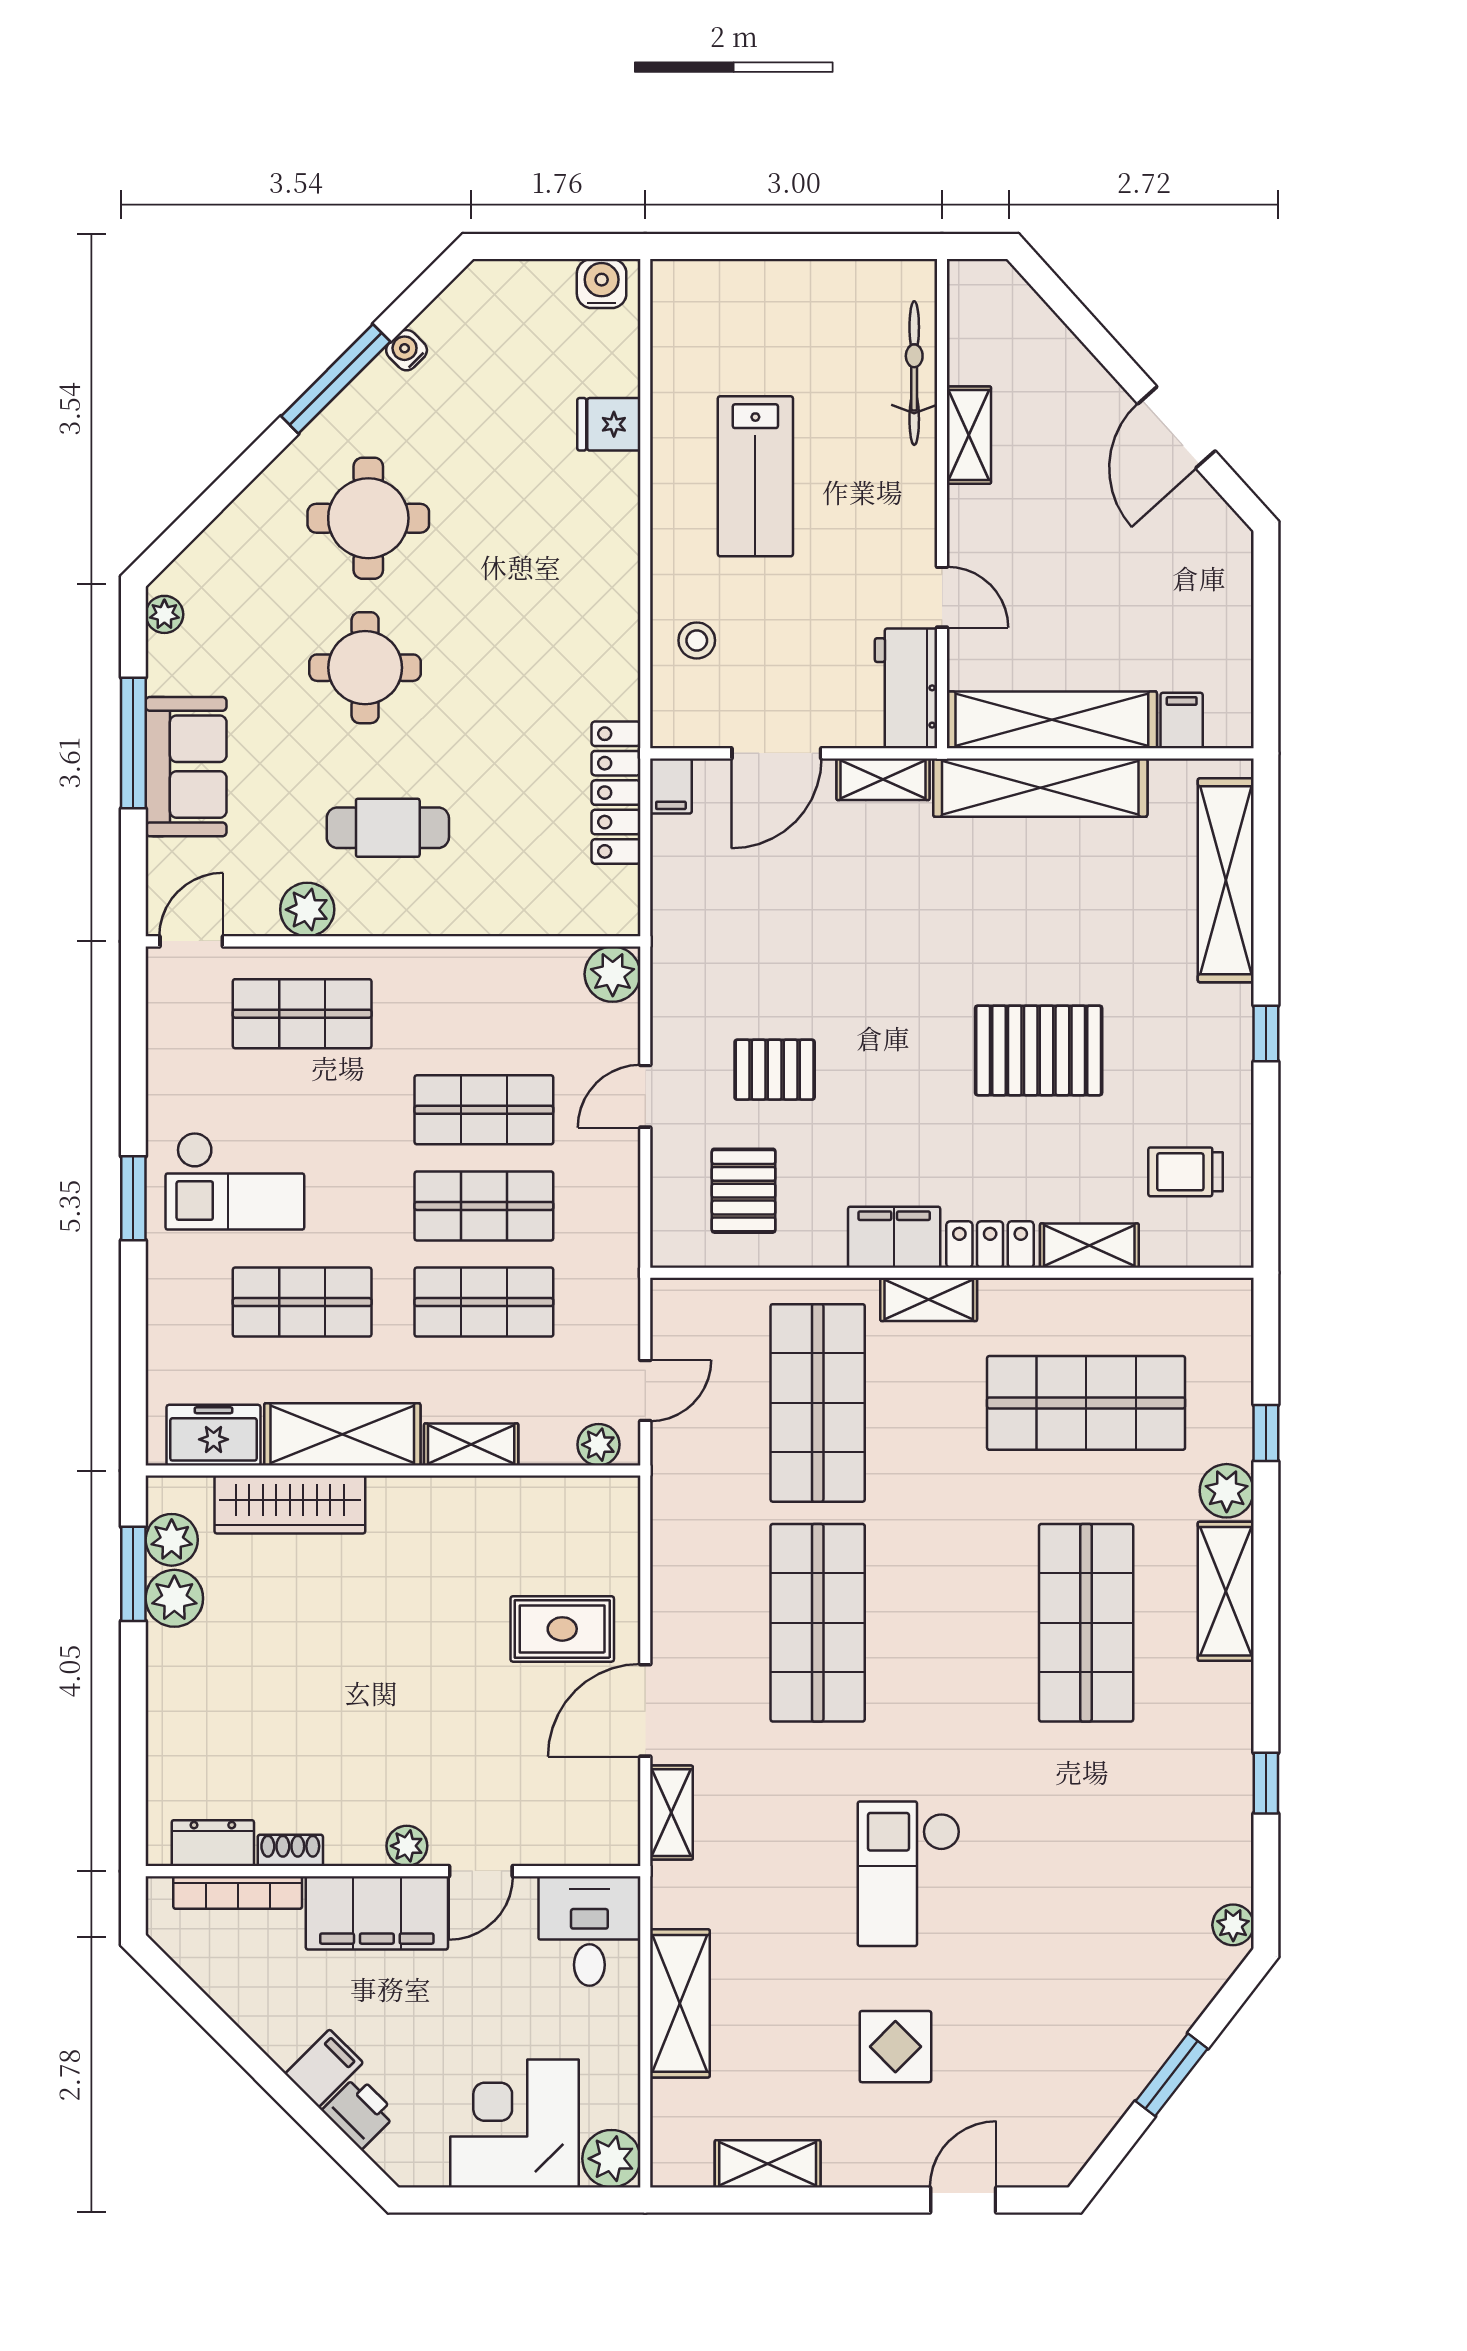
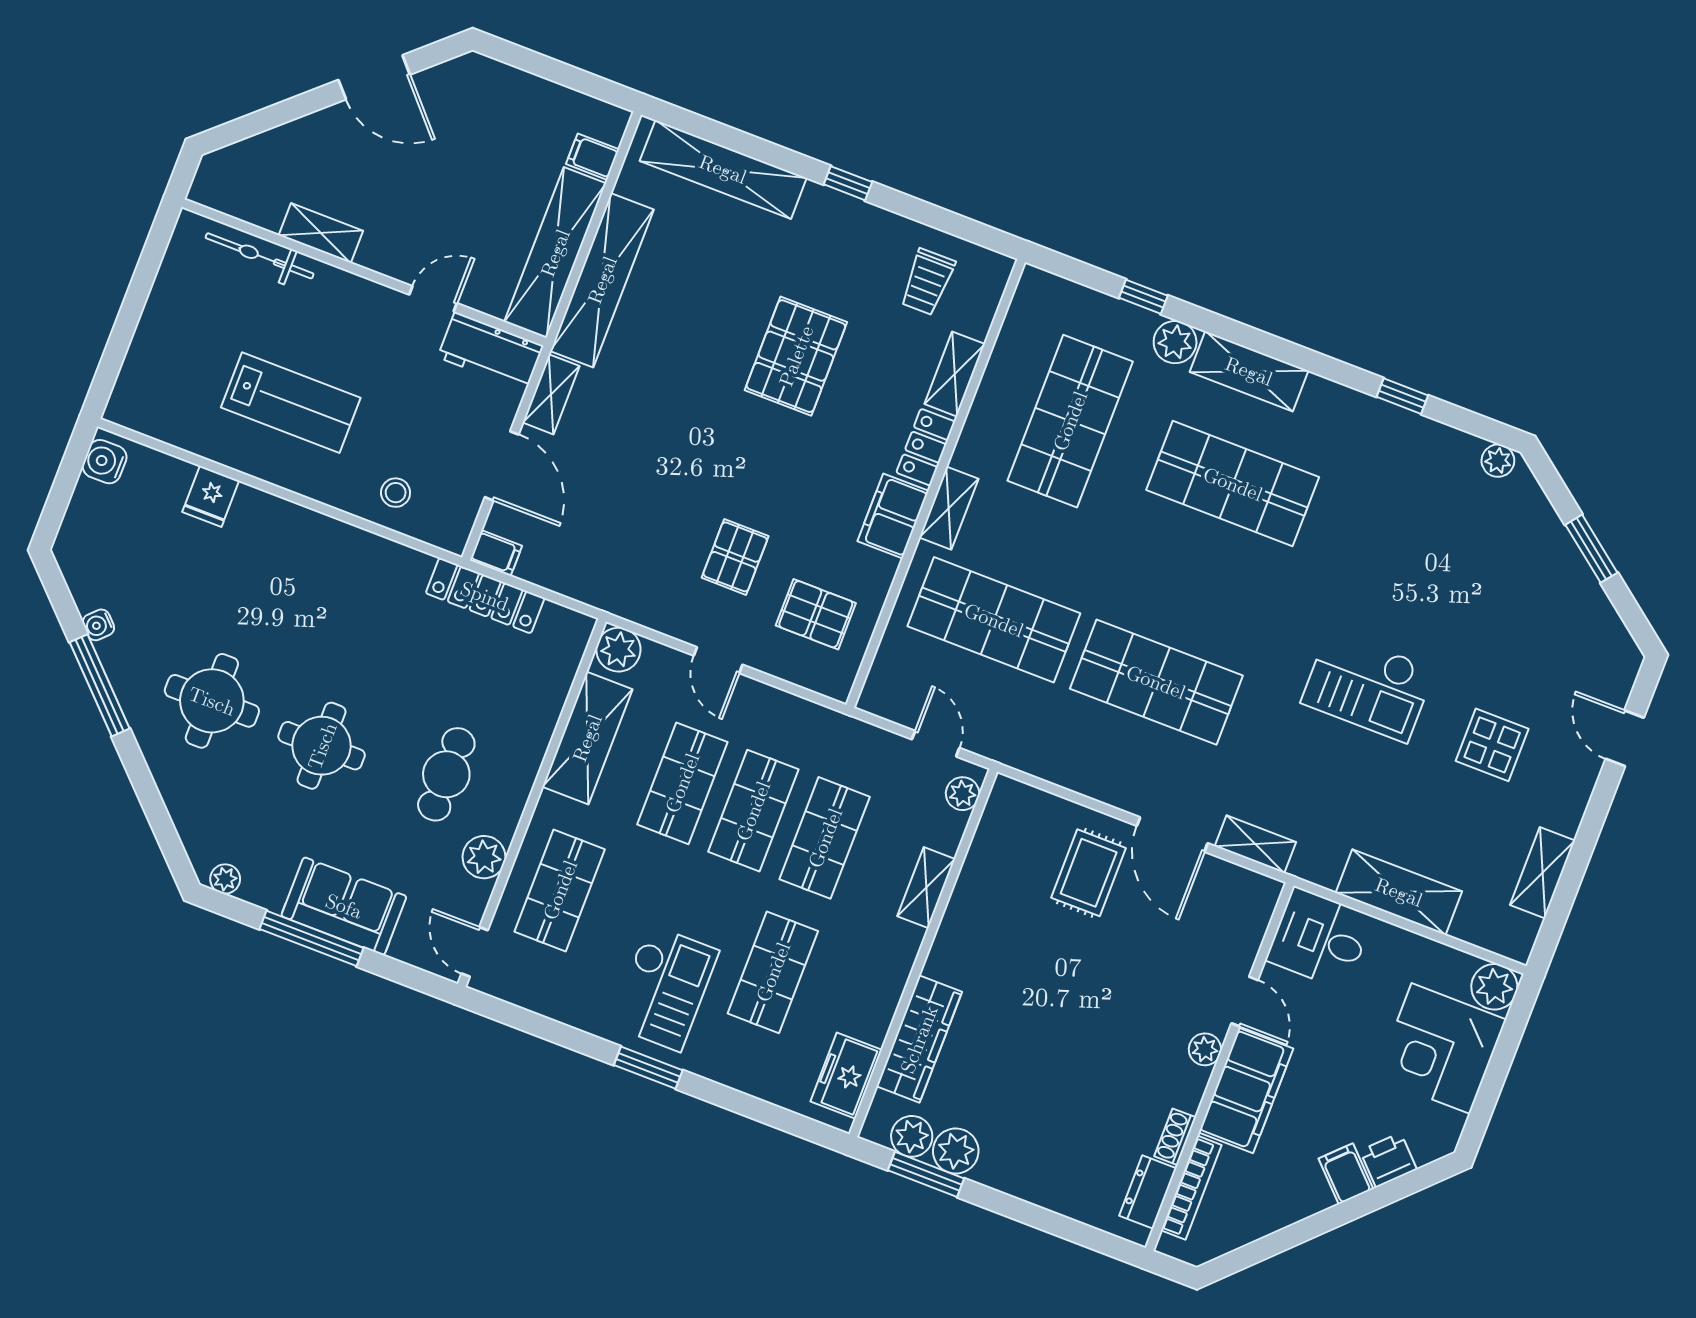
shelving: (342, 1434) -> (587, 738), moved

